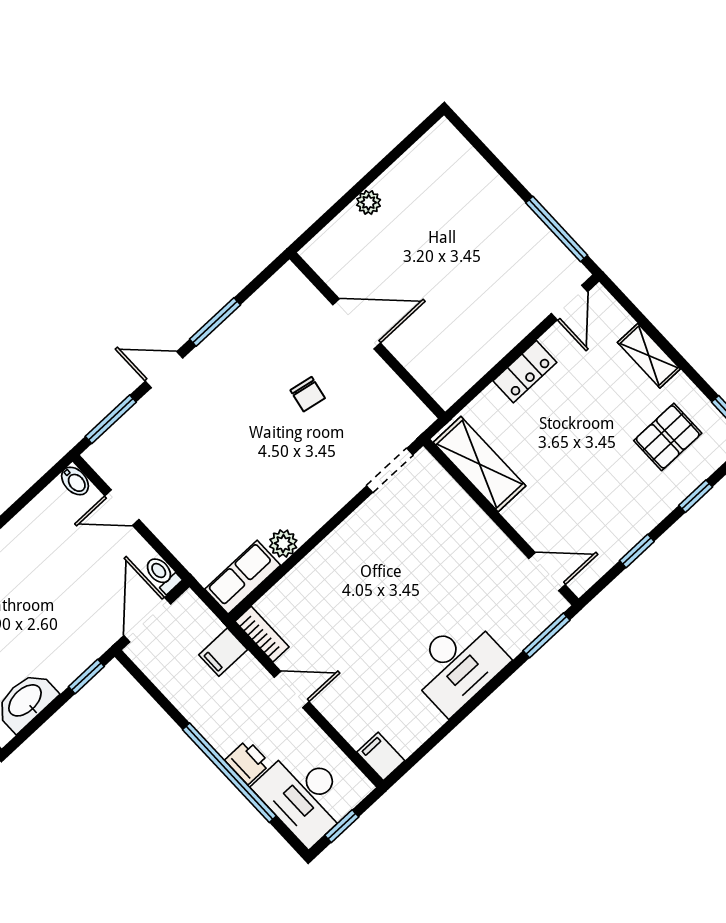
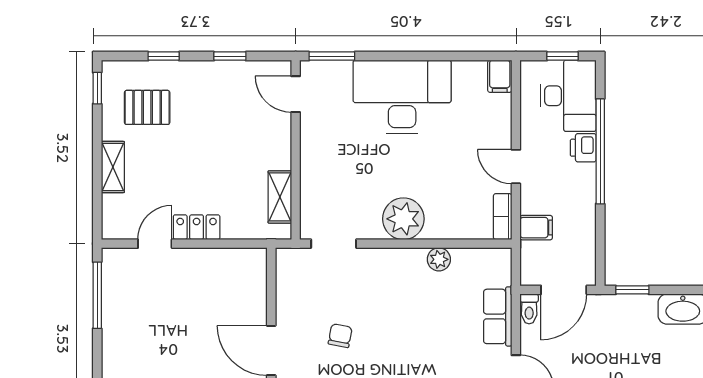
door: (570, 303) -> (155, 244), moved
shelving: (479, 464) -> (280, 197), width x0.67, depth x0.75
plant: (348, 550) -> (403, 219), added
row of seats: (243, 577) -> (498, 316), moved, turned 90
desk: (457, 665) -> (402, 97), width x1.36, depth x1.30

